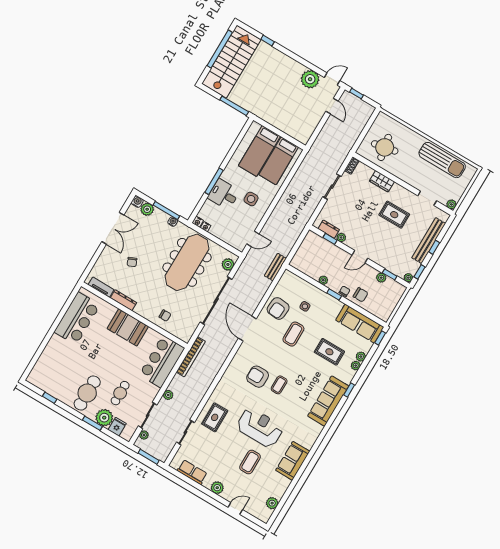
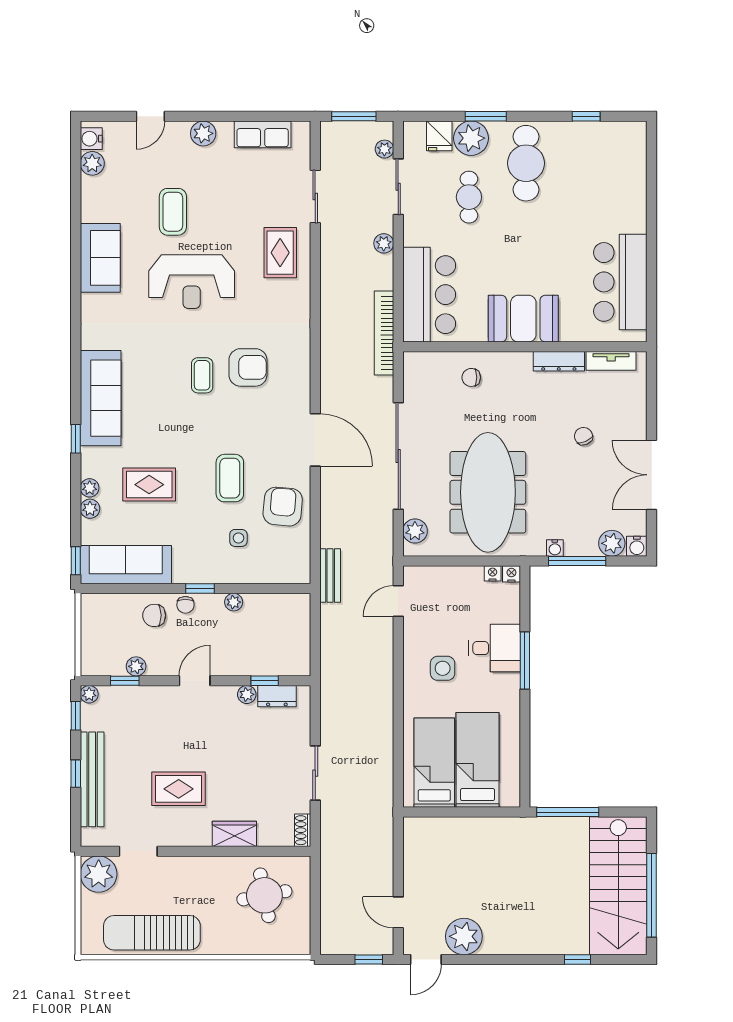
plant: (451, 204) -> (99, 874), width x1.87, depth x1.87
water cooler: (266, 514) -> (91, 139), added

